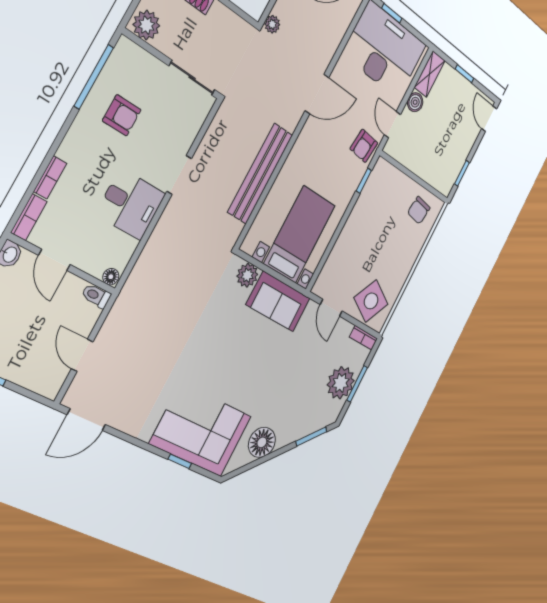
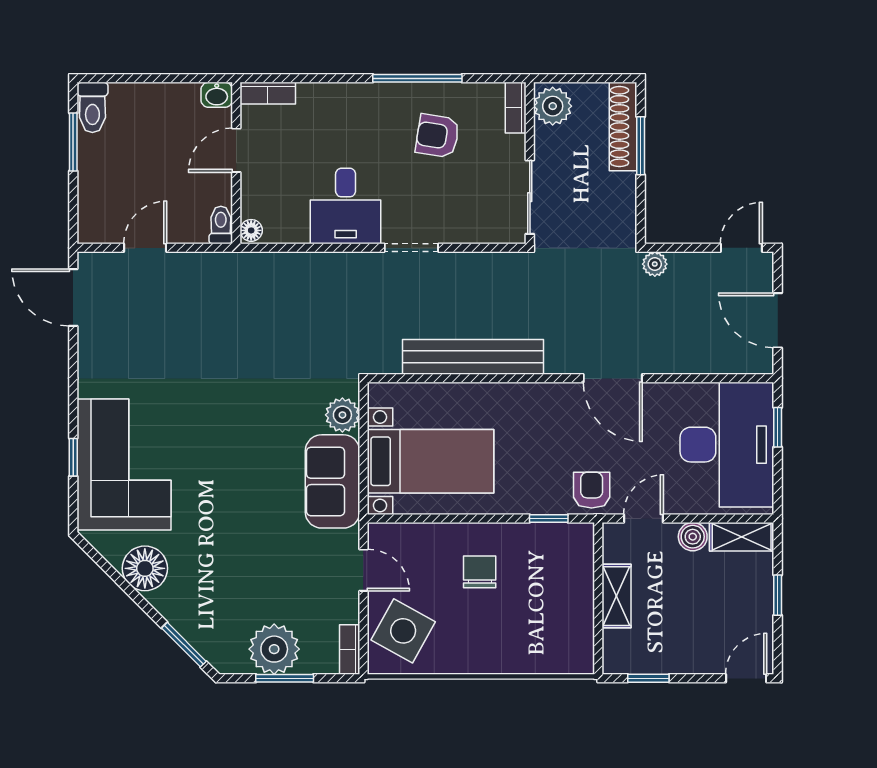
window: (94, 77) -> (417, 78), moved
armchair: (122, 115) -> (437, 136), turned 99
armchair: (364, 146) -> (592, 490), turned 84
shelving: (419, 166) -> (616, 596), added
bookcase: (50, 177) -> (516, 108), moved, turned 90
chair: (419, 210) -> (480, 572), moved, turned 82
door: (331, 308) -> (363, 570), swing flipped

